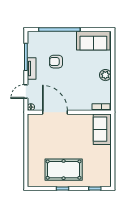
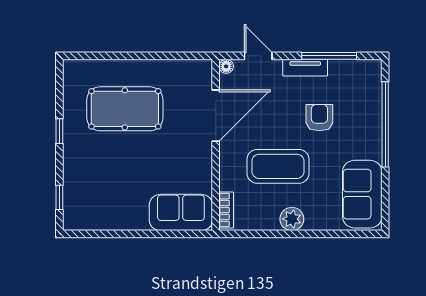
coffee table: (80, 82) -> (278, 166), added
pool table: (64, 170) -> (125, 109), moved, turned 90

